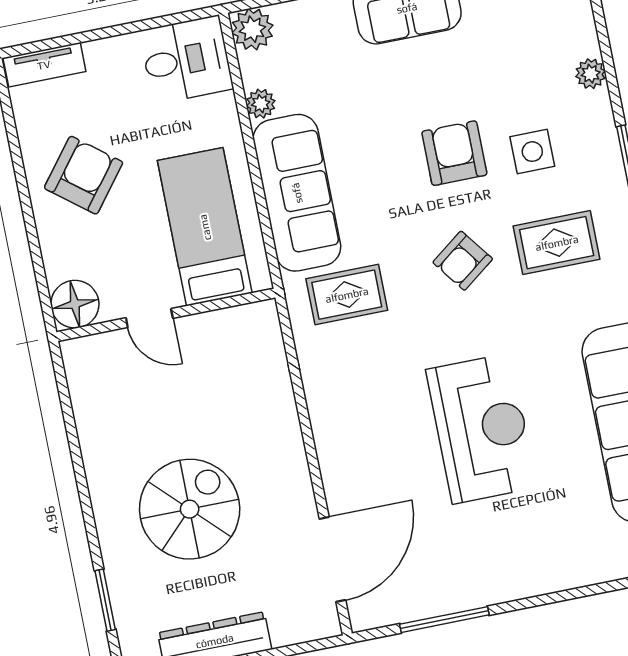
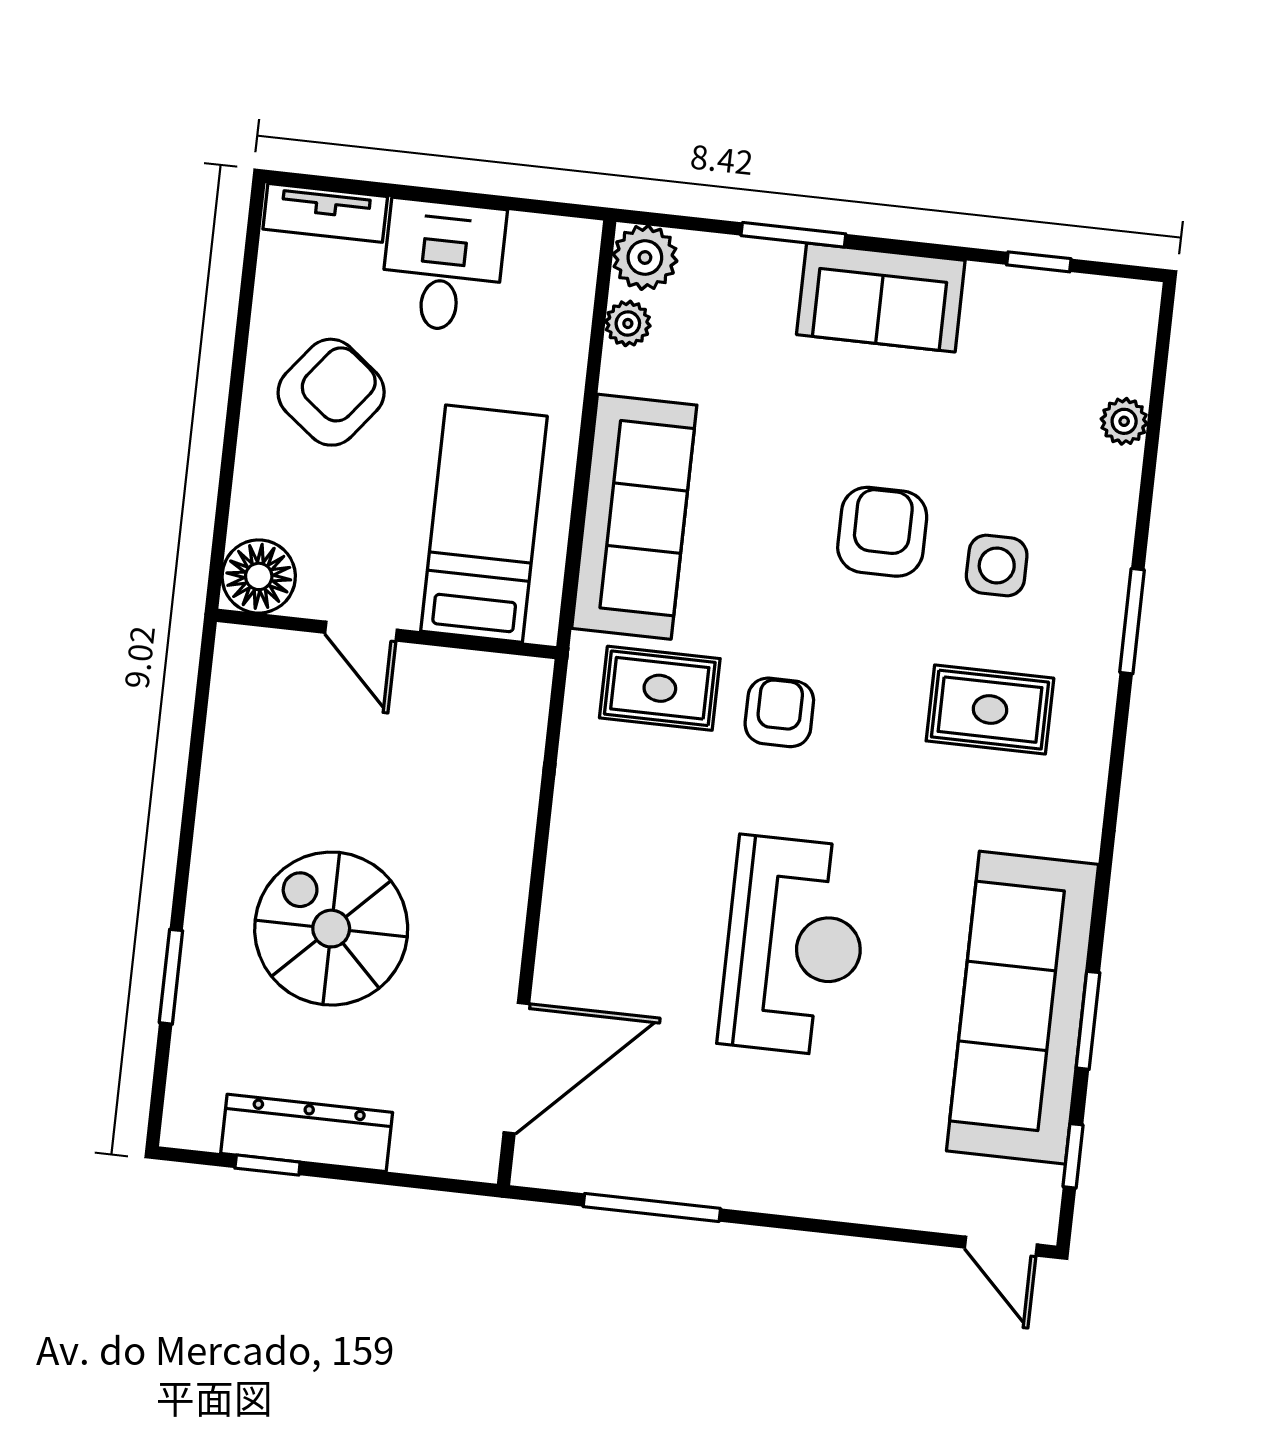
desk: (186, 60) -> (443, 266), moved, turned -90
plant: (591, 74) -> (1124, 421), moved
plant: (261, 104) -> (628, 323), moved
armchair: (463, 261) -> (779, 712), moved, turned 127
spiral stairs: (190, 509) -> (331, 929), turned -90
window: (105, 600) -> (171, 977), moved

